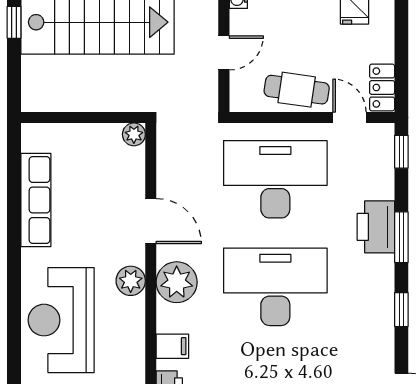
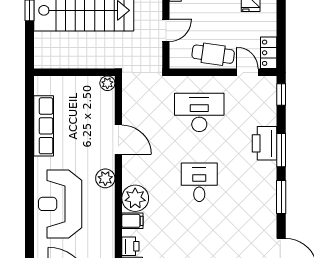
desk: (275, 179) -> (199, 112), width x0.73, depth x0.77
plant: (177, 282) -> (135, 198), moved
desk: (275, 287) -> (199, 182), width x0.53, depth x0.77
window: (401, 310) -> (281, 197), width x1.50

